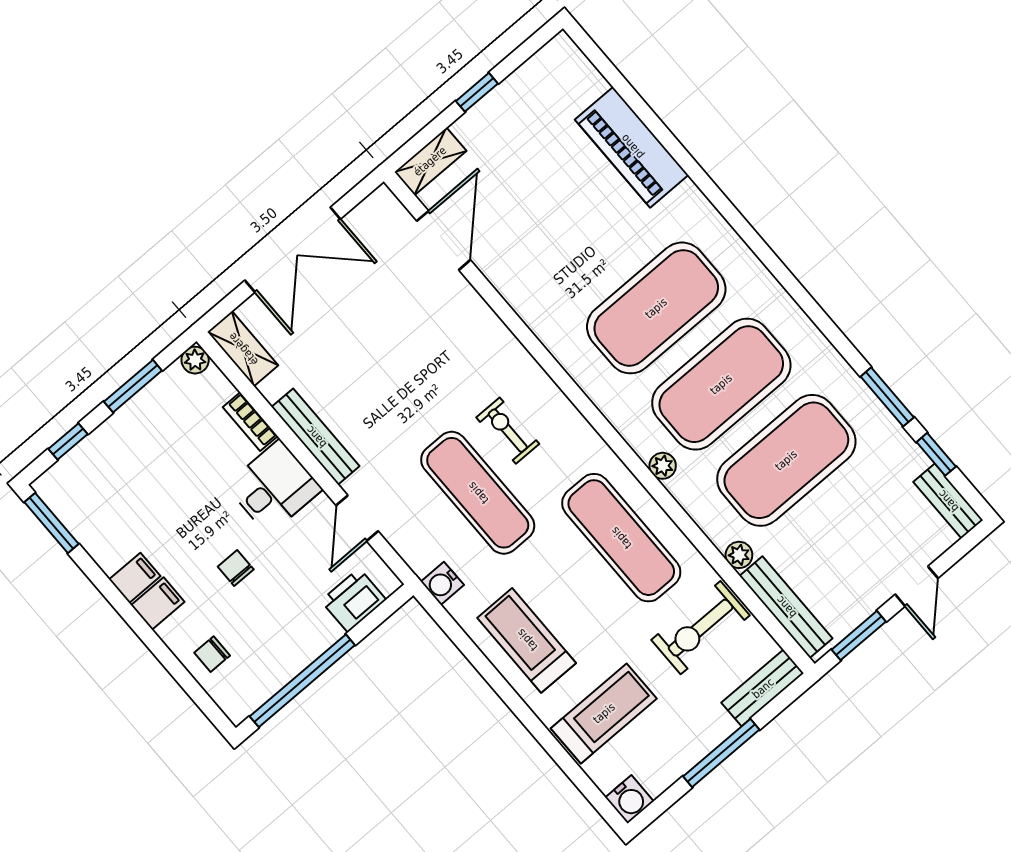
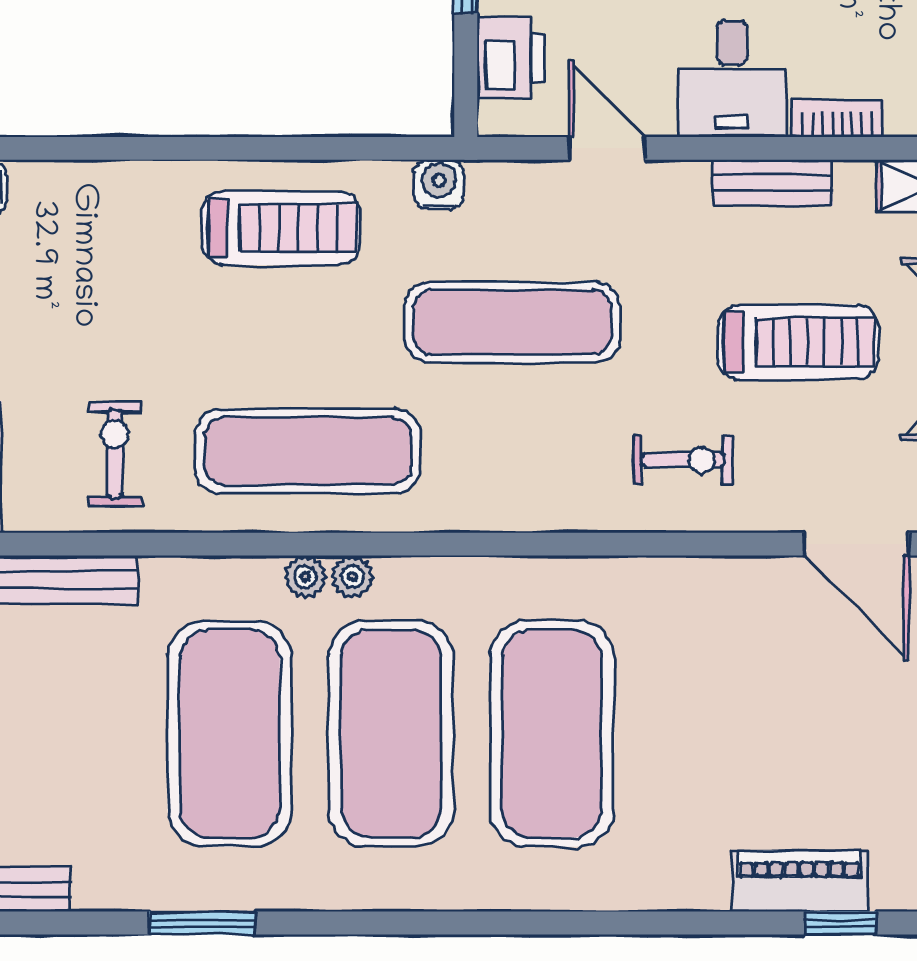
piano: (632, 147) -> (799, 881), width x0.73, depth x0.75
exercise bike: (508, 431) -> (683, 460), moved
bench: (316, 437) -> (772, 183), width x0.73
window: (936, 454) -> (840, 923), moved
plant: (739, 555) -> (305, 577), moved
exercise bike: (701, 628) -> (115, 454), width x0.73, depth x0.72
treadmill: (604, 713) -> (798, 342), moved, turned -90

